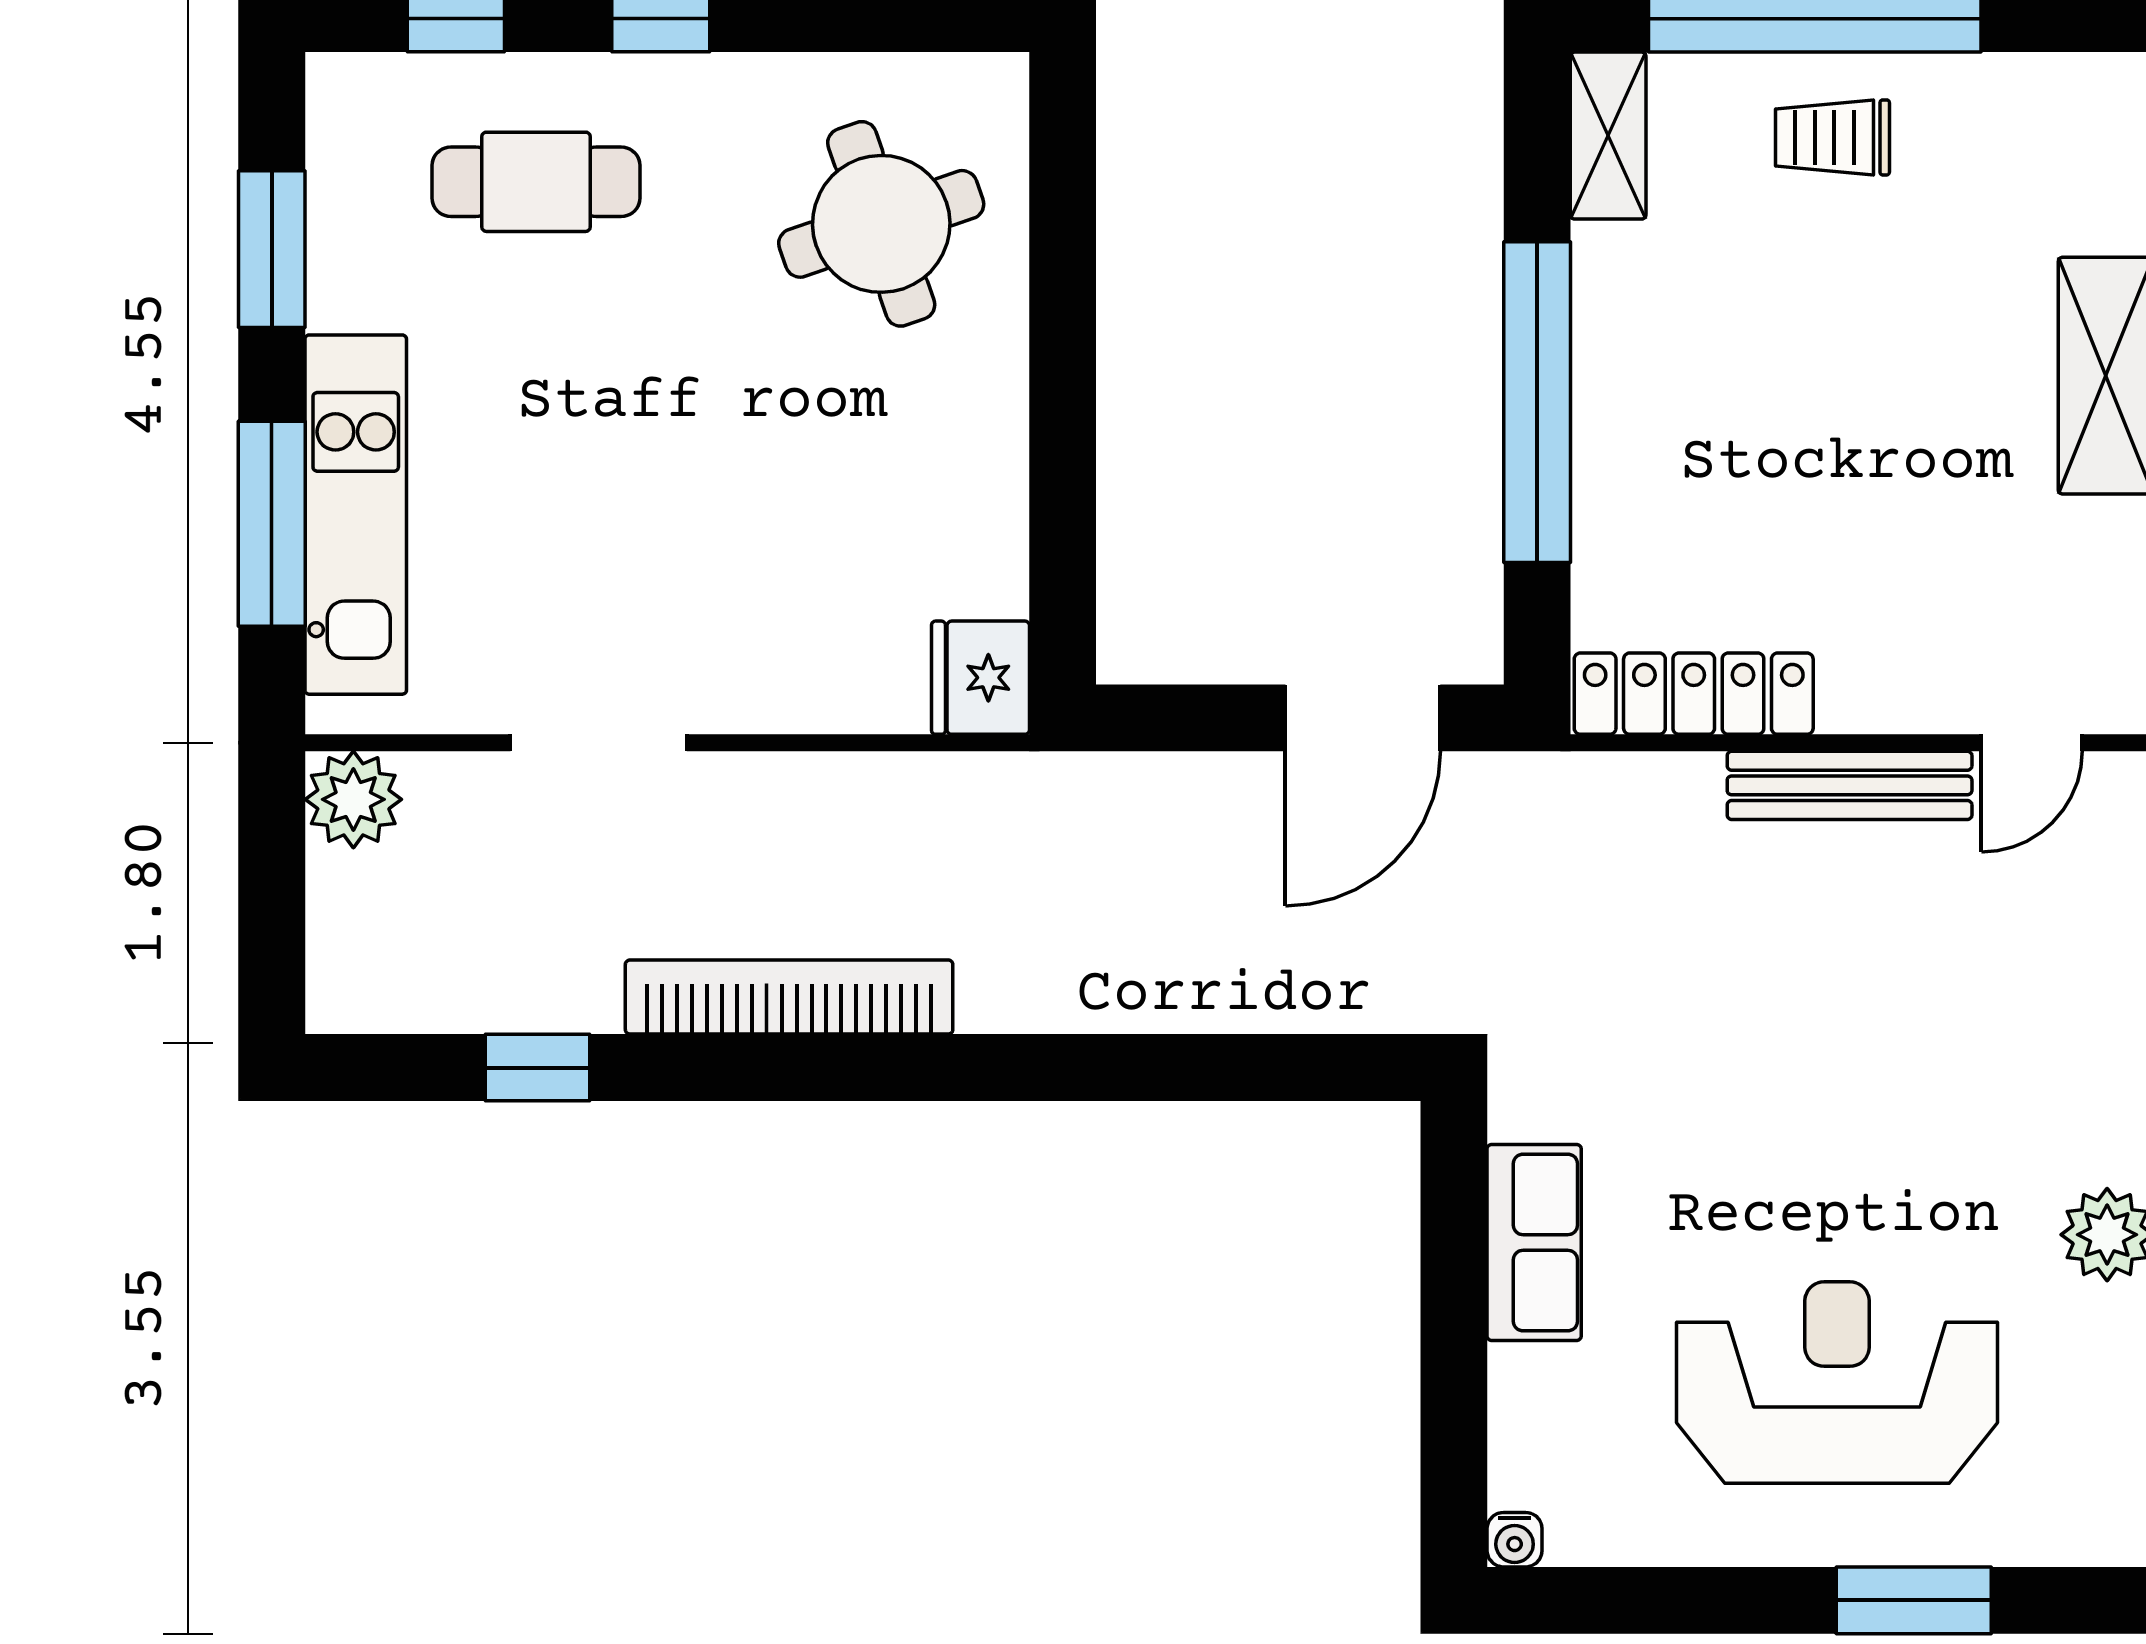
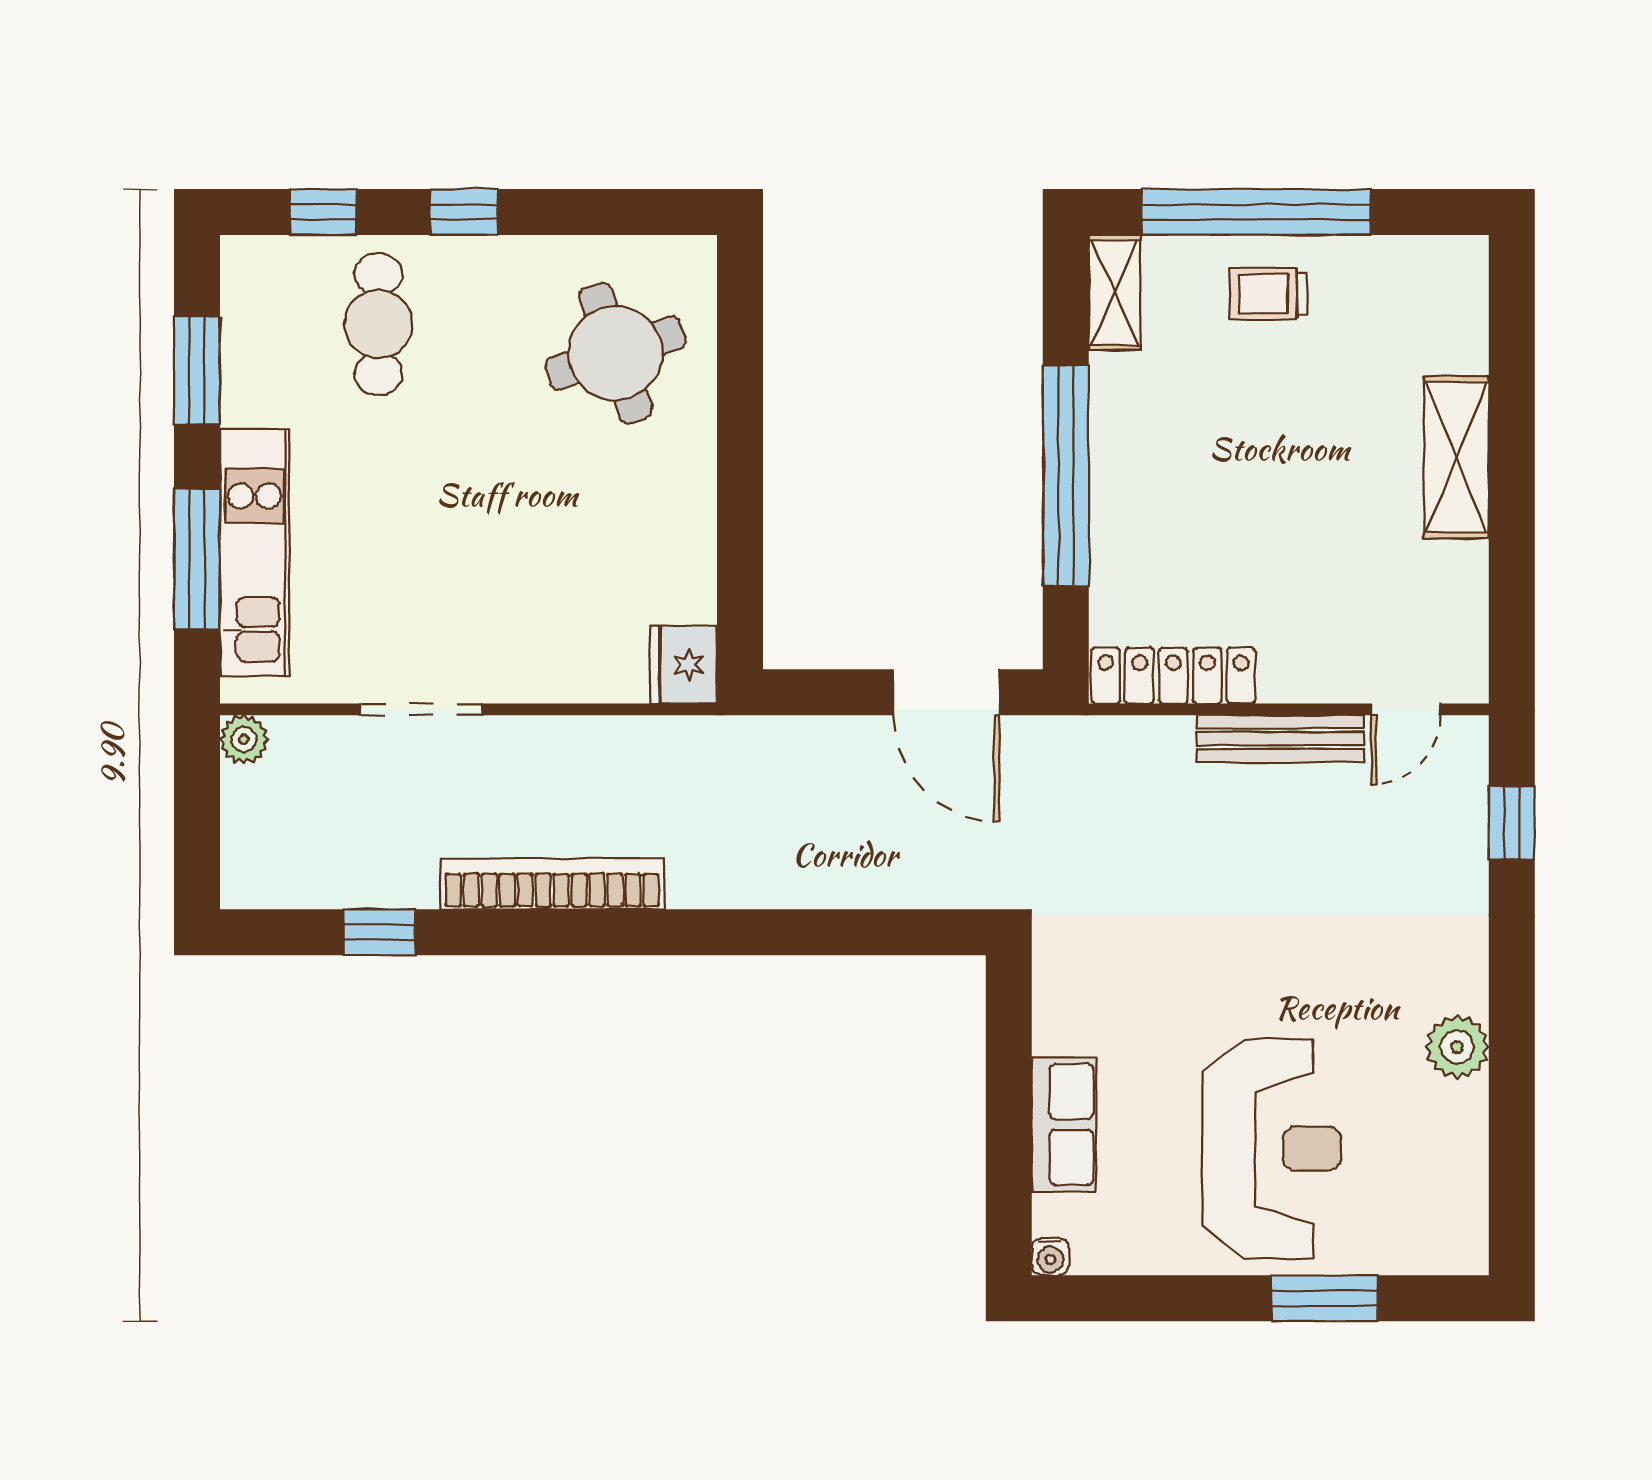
cafe table: (536, 182) -> (378, 324), turned 90
door: (1363, 718) -> (946, 692), hinge flipped
plant: (353, 799) -> (244, 739), width x0.73, depth x0.73
row of seats: (1534, 1242) -> (1064, 1124), moved
reception desk: (1837, 1383) -> (1272, 1149), turned 90

